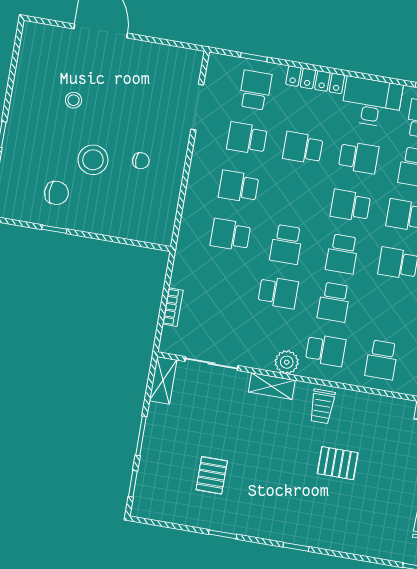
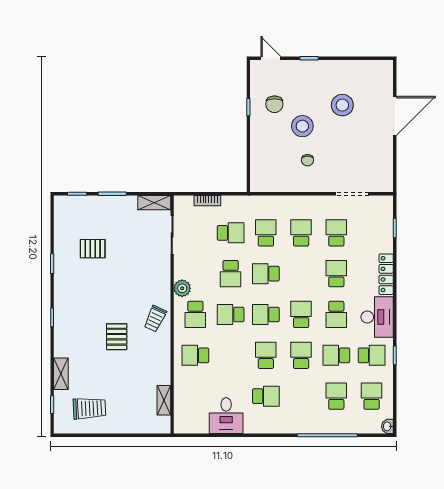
school desk: (255, 90) -> (231, 233), moved
stool: (74, 100) -> (342, 105), width x1.89, depth x1.89
shelving: (272, 386) -> (61, 374), moved
trolley: (322, 406) -> (155, 319), turned -65

